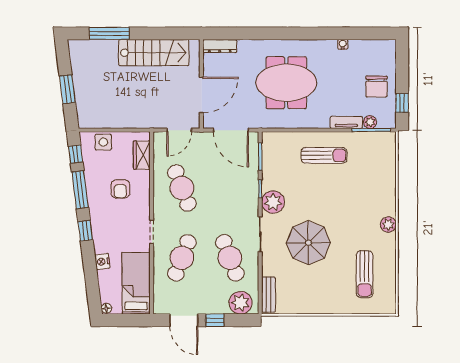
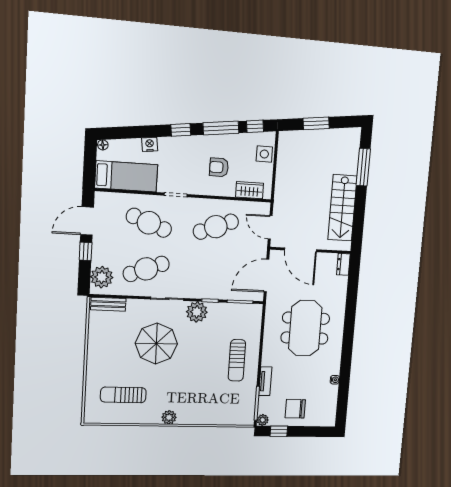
dresser: (220, 46) -> (343, 264), width x0.70
plant: (370, 122) -> (263, 420), moved

